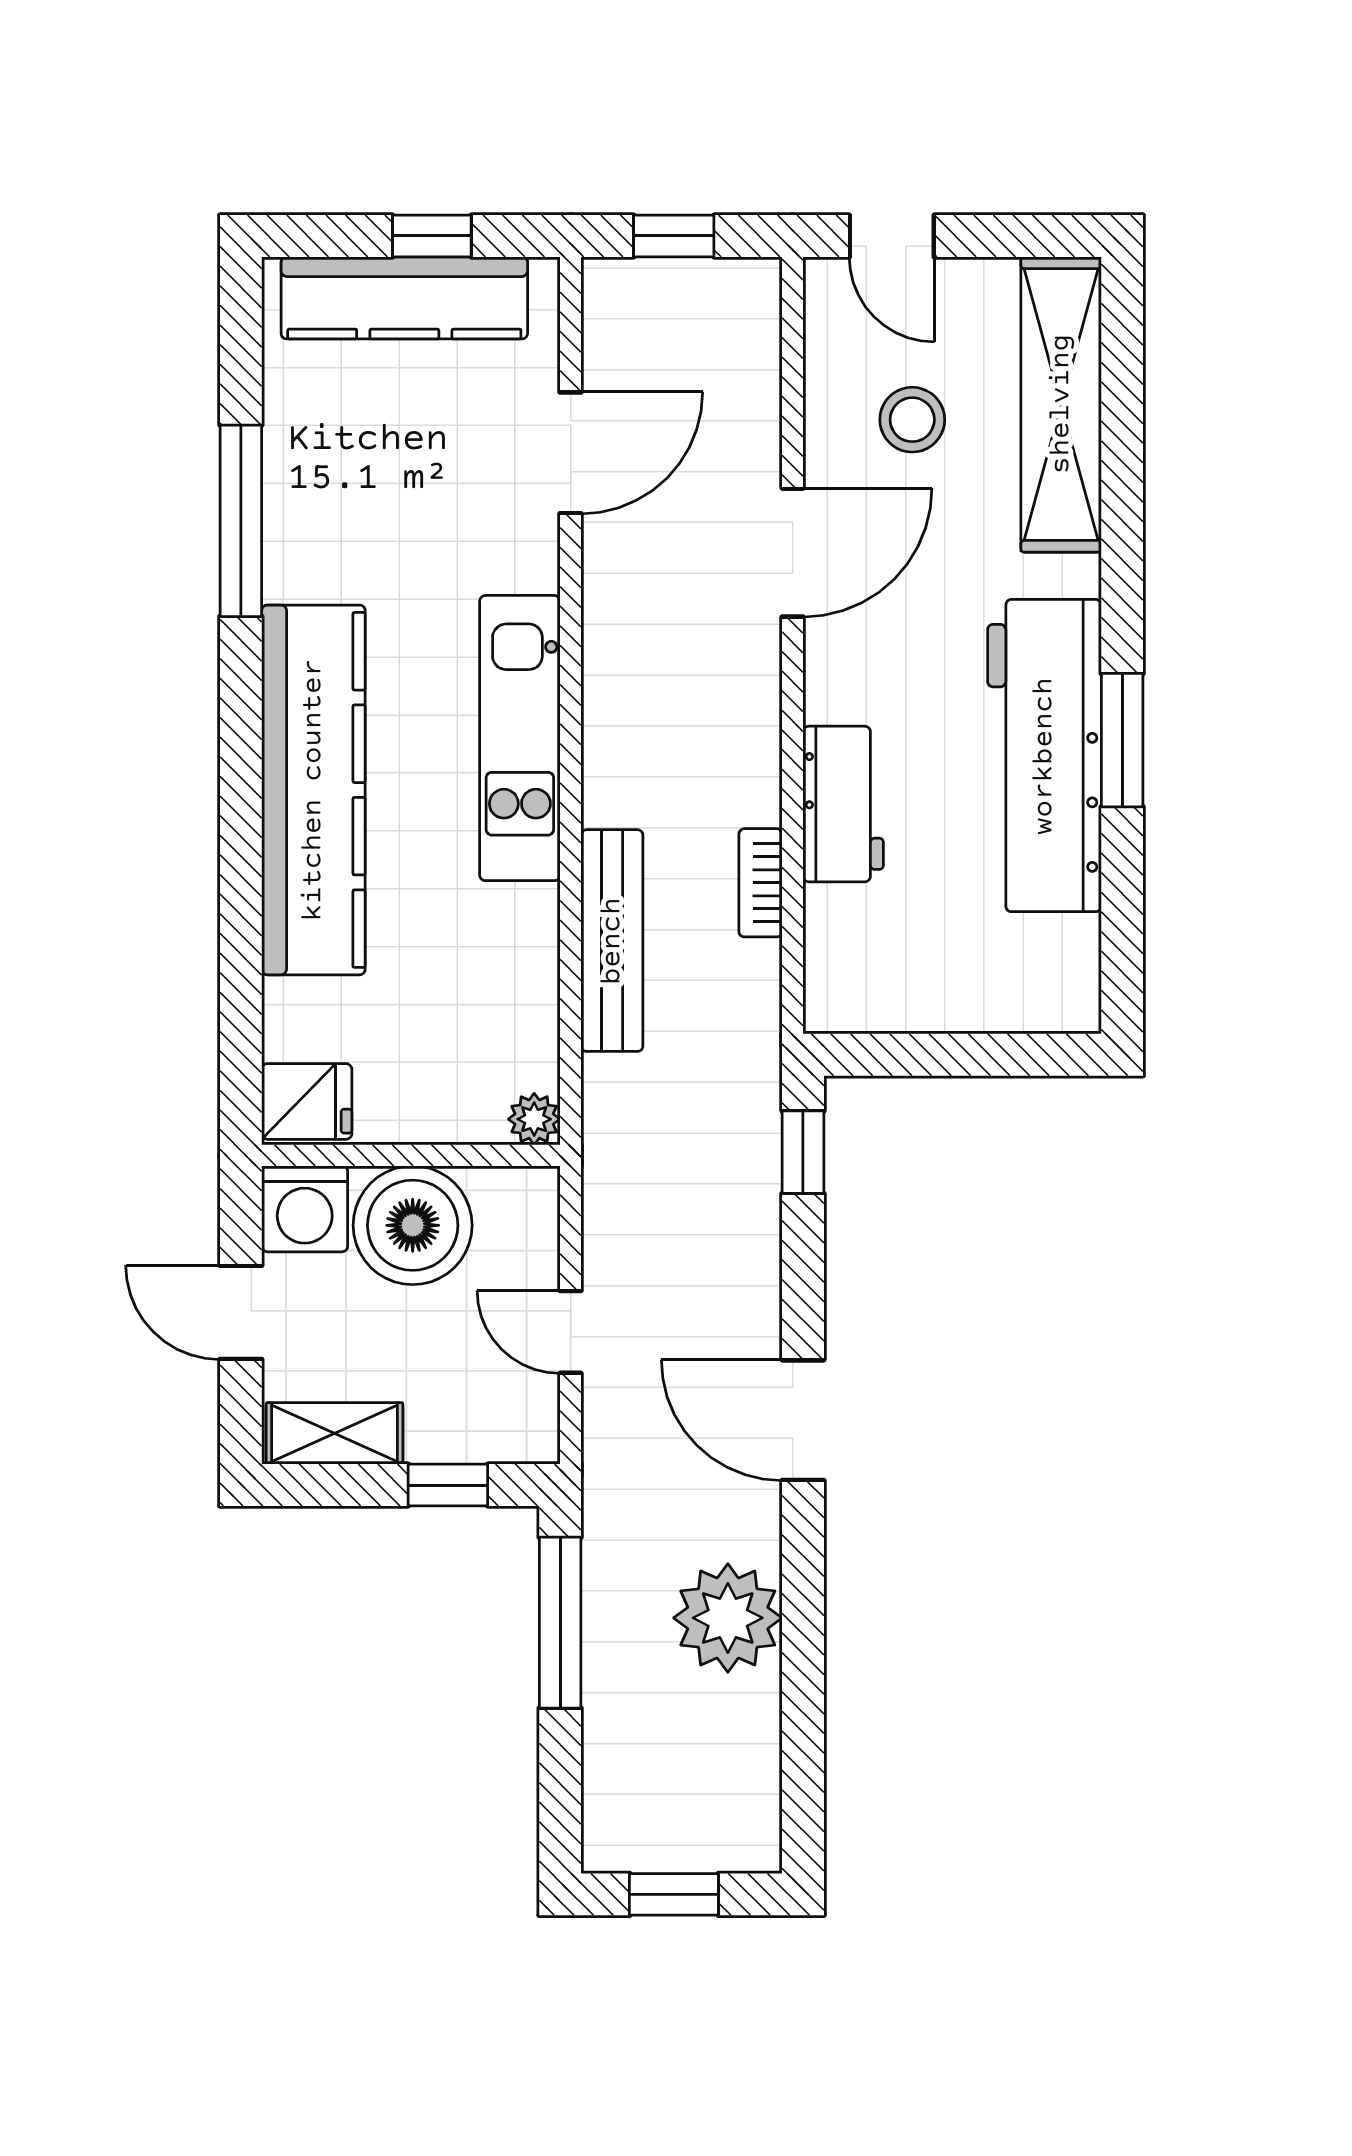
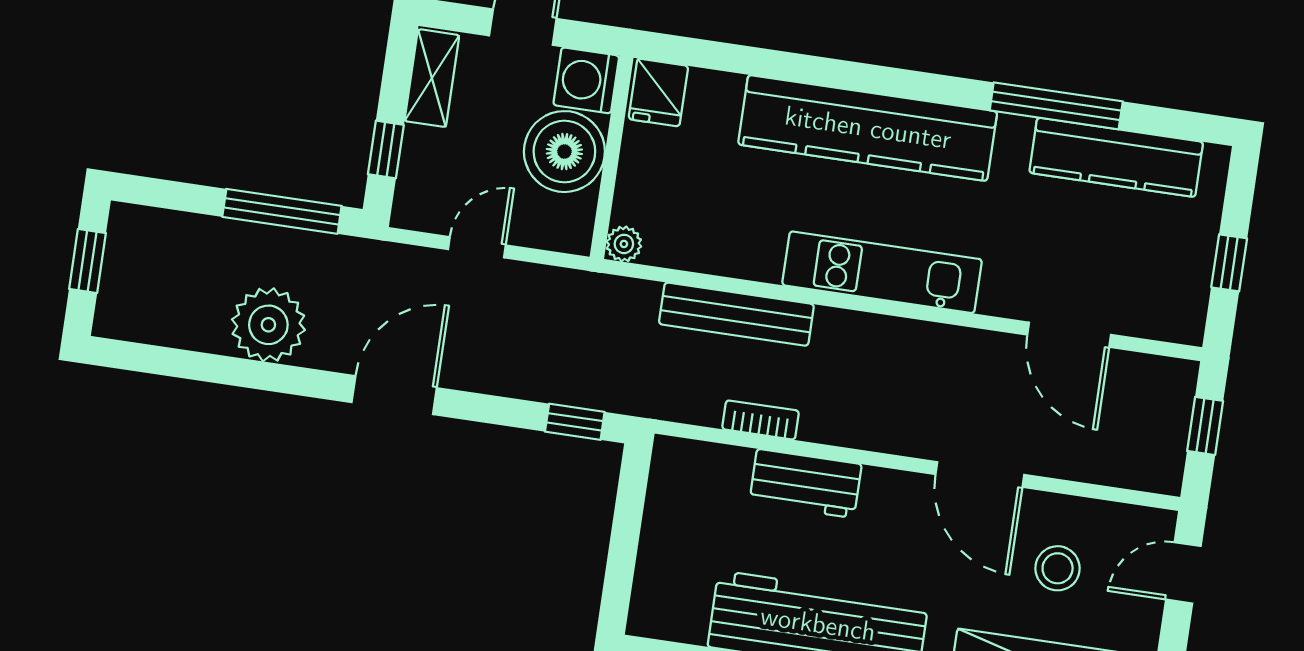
kitchen counter: (404, 298) -> (1116, 157), moved, turned -90

